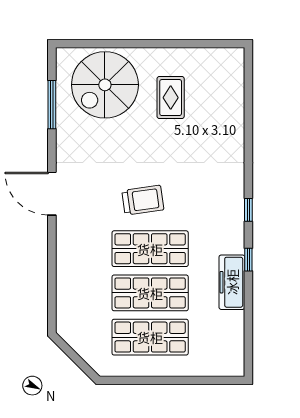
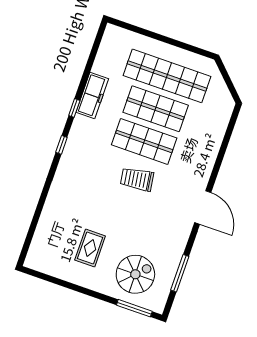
window: (92, 44) -> (134, 308), added
spiral stairs: (105, 85) -> (135, 274), width x0.73, depth x0.73
shop shelf: (150, 337) -> (167, 76), width x1.40

